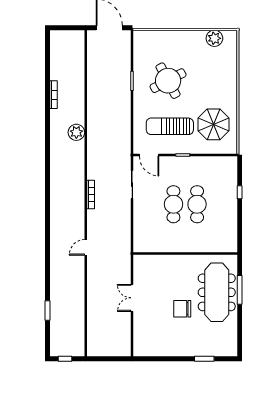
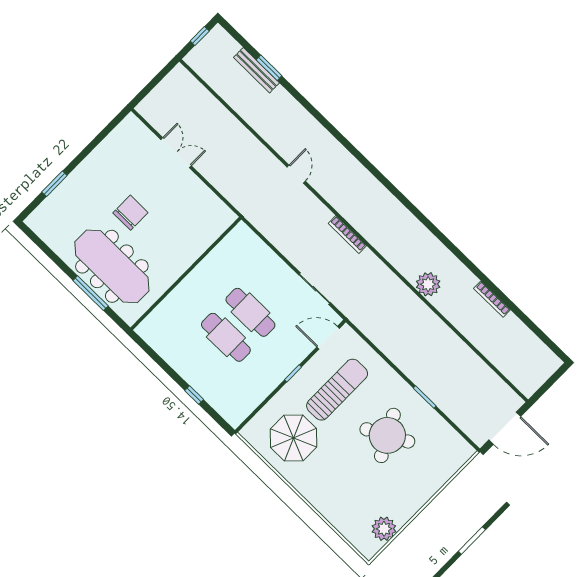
double door: (132, 298) -> (176, 153), moved
bench: (55, 315) -> (256, 70), added

